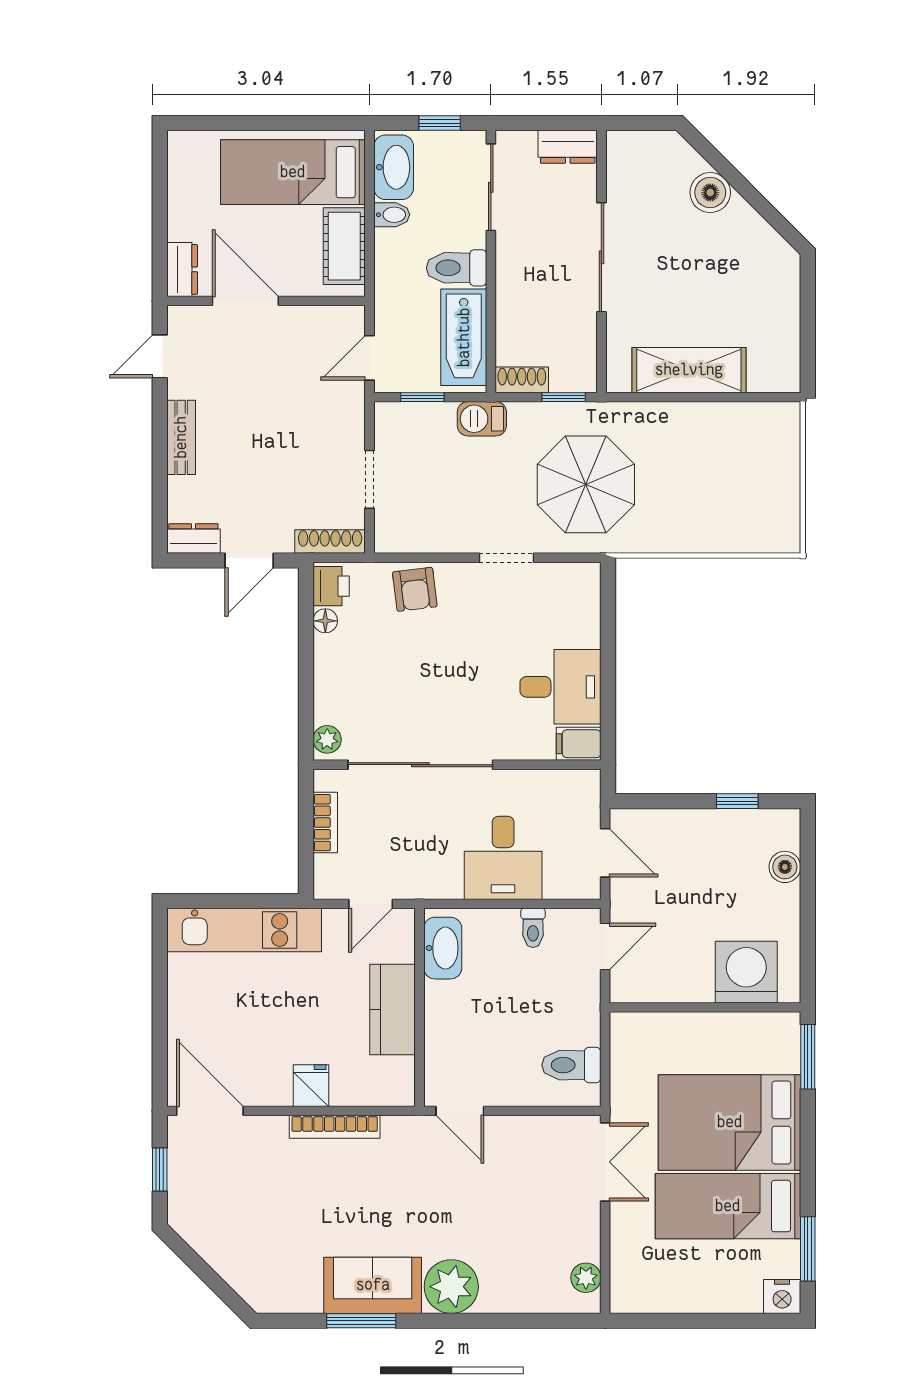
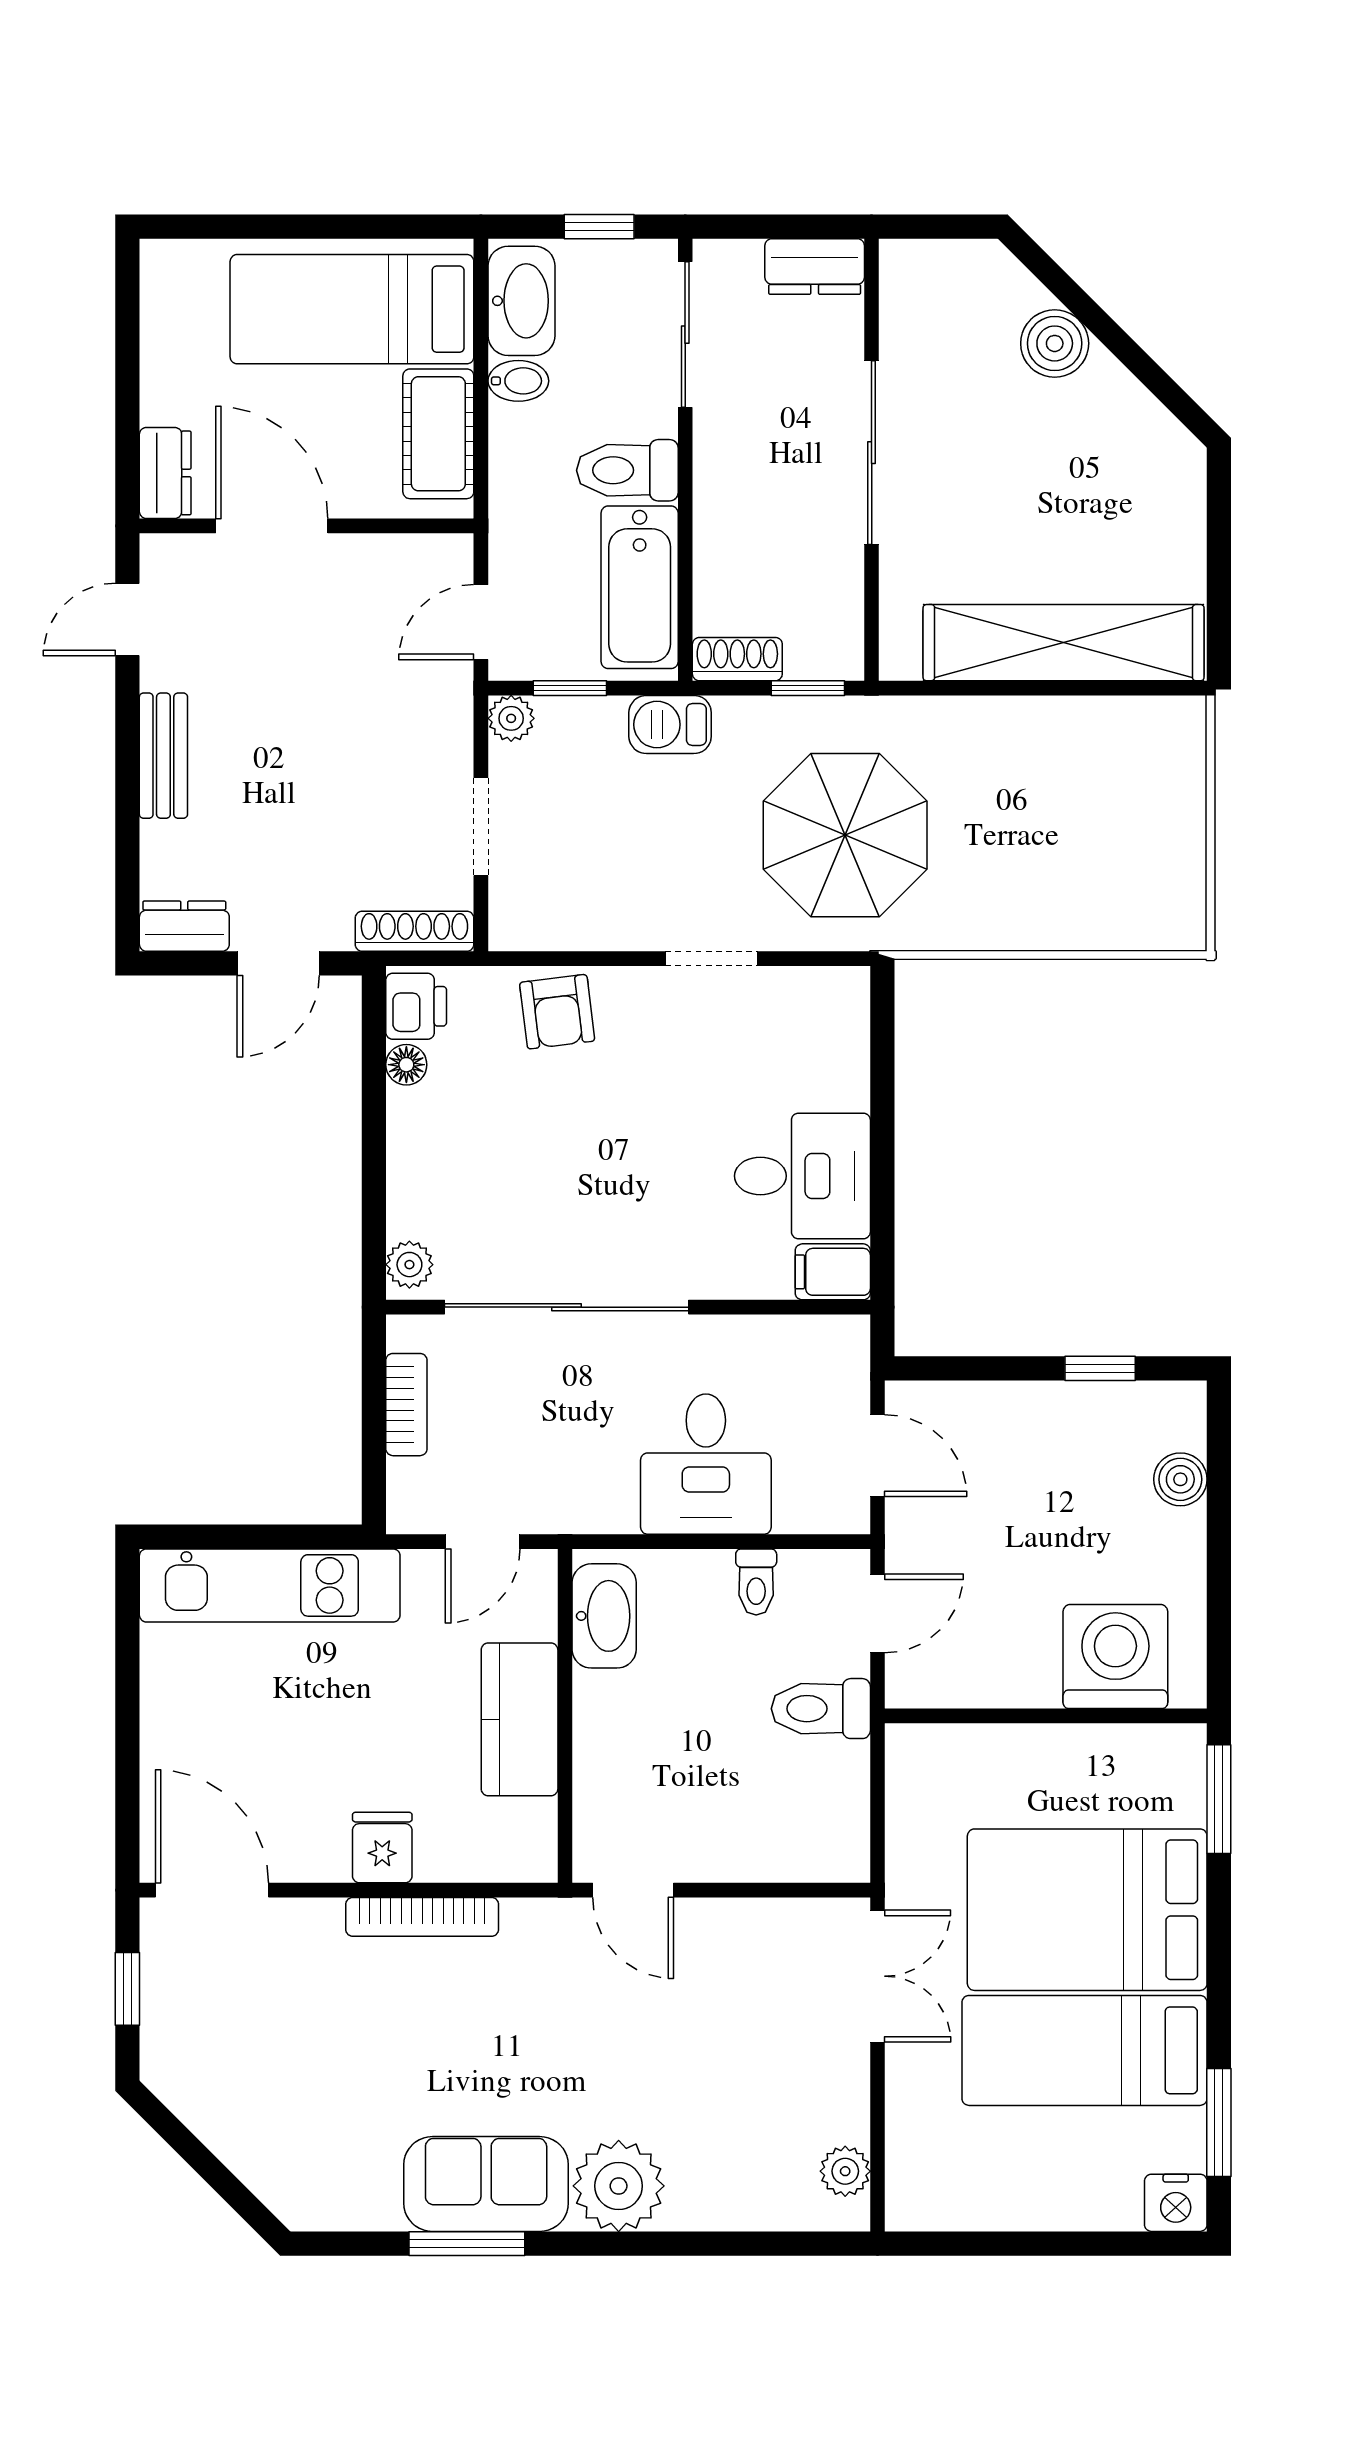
shelving: (689, 370) -> (1064, 643), width x1.47
plant: (387, 415) -> (511, 718), added
toilet: (571, 1065) -> (821, 1709), moved

